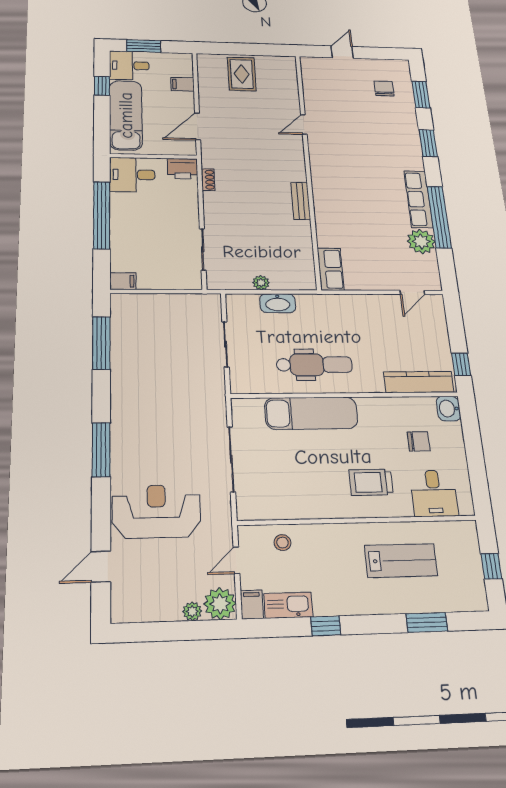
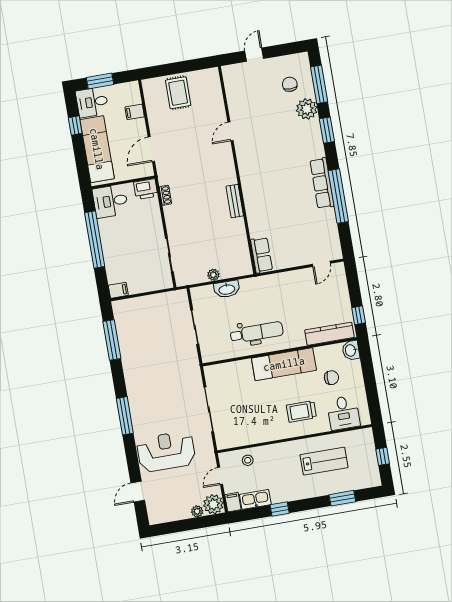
window: (421, 95) -> (319, 84), width x1.44
plant: (421, 241) -> (307, 109), moved
exam couch: (311, 413) -> (284, 364), moved

